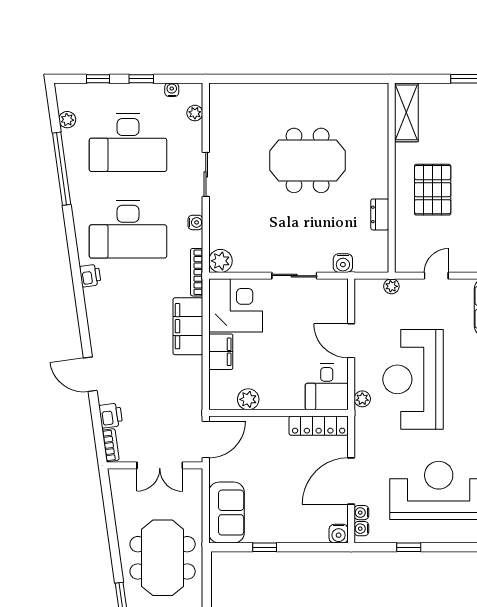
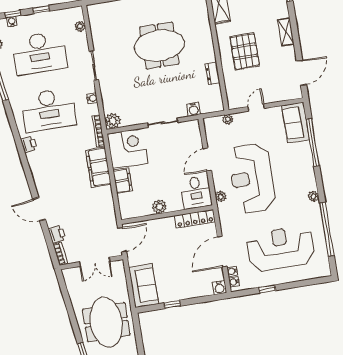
water cooler: (172, 90) -> (12, 22), moved
door: (351, 341) -> (207, 159), hinge flipped
plant: (248, 399) -> (159, 207), moved

